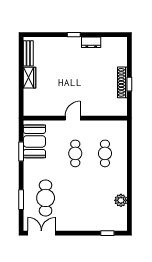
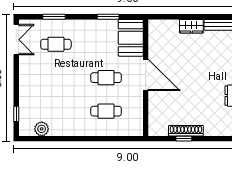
door: (73, 118) -> (146, 75), width x1.88
booth: (34, 141) -> (131, 38), moved, turned 90
cafe table: (46, 198) -> (56, 44), width x0.73, depth x0.74
plant: (121, 200) -> (42, 129), moved

